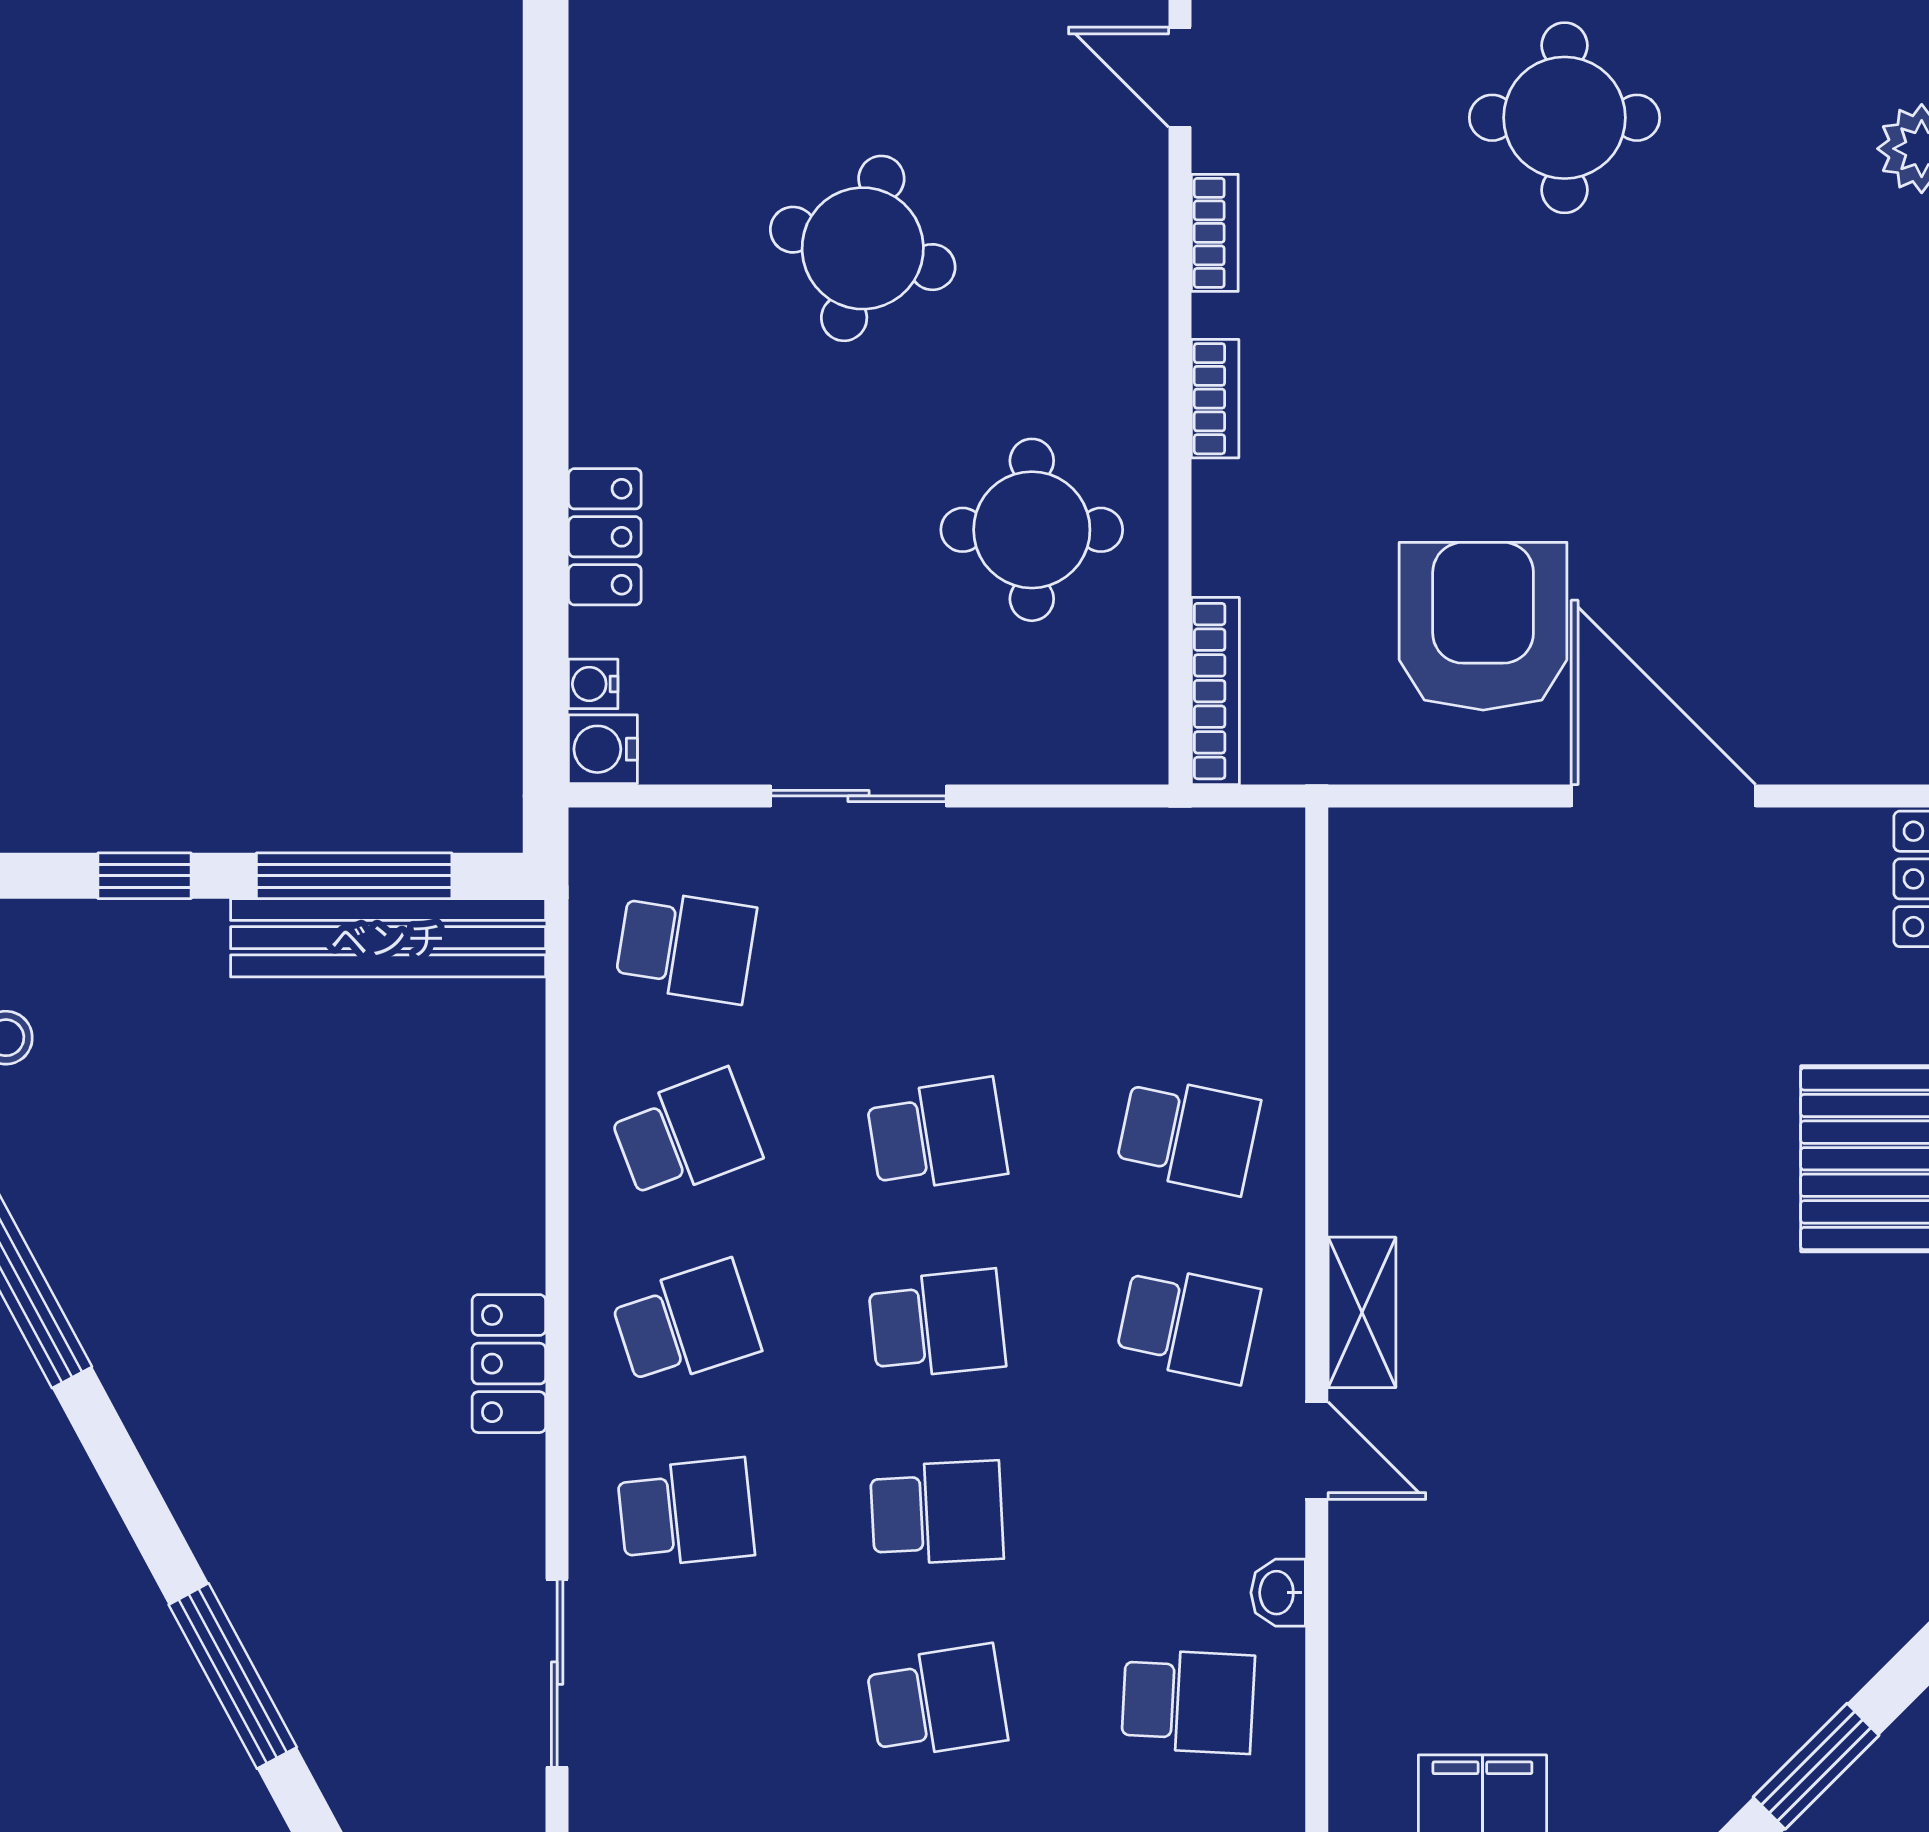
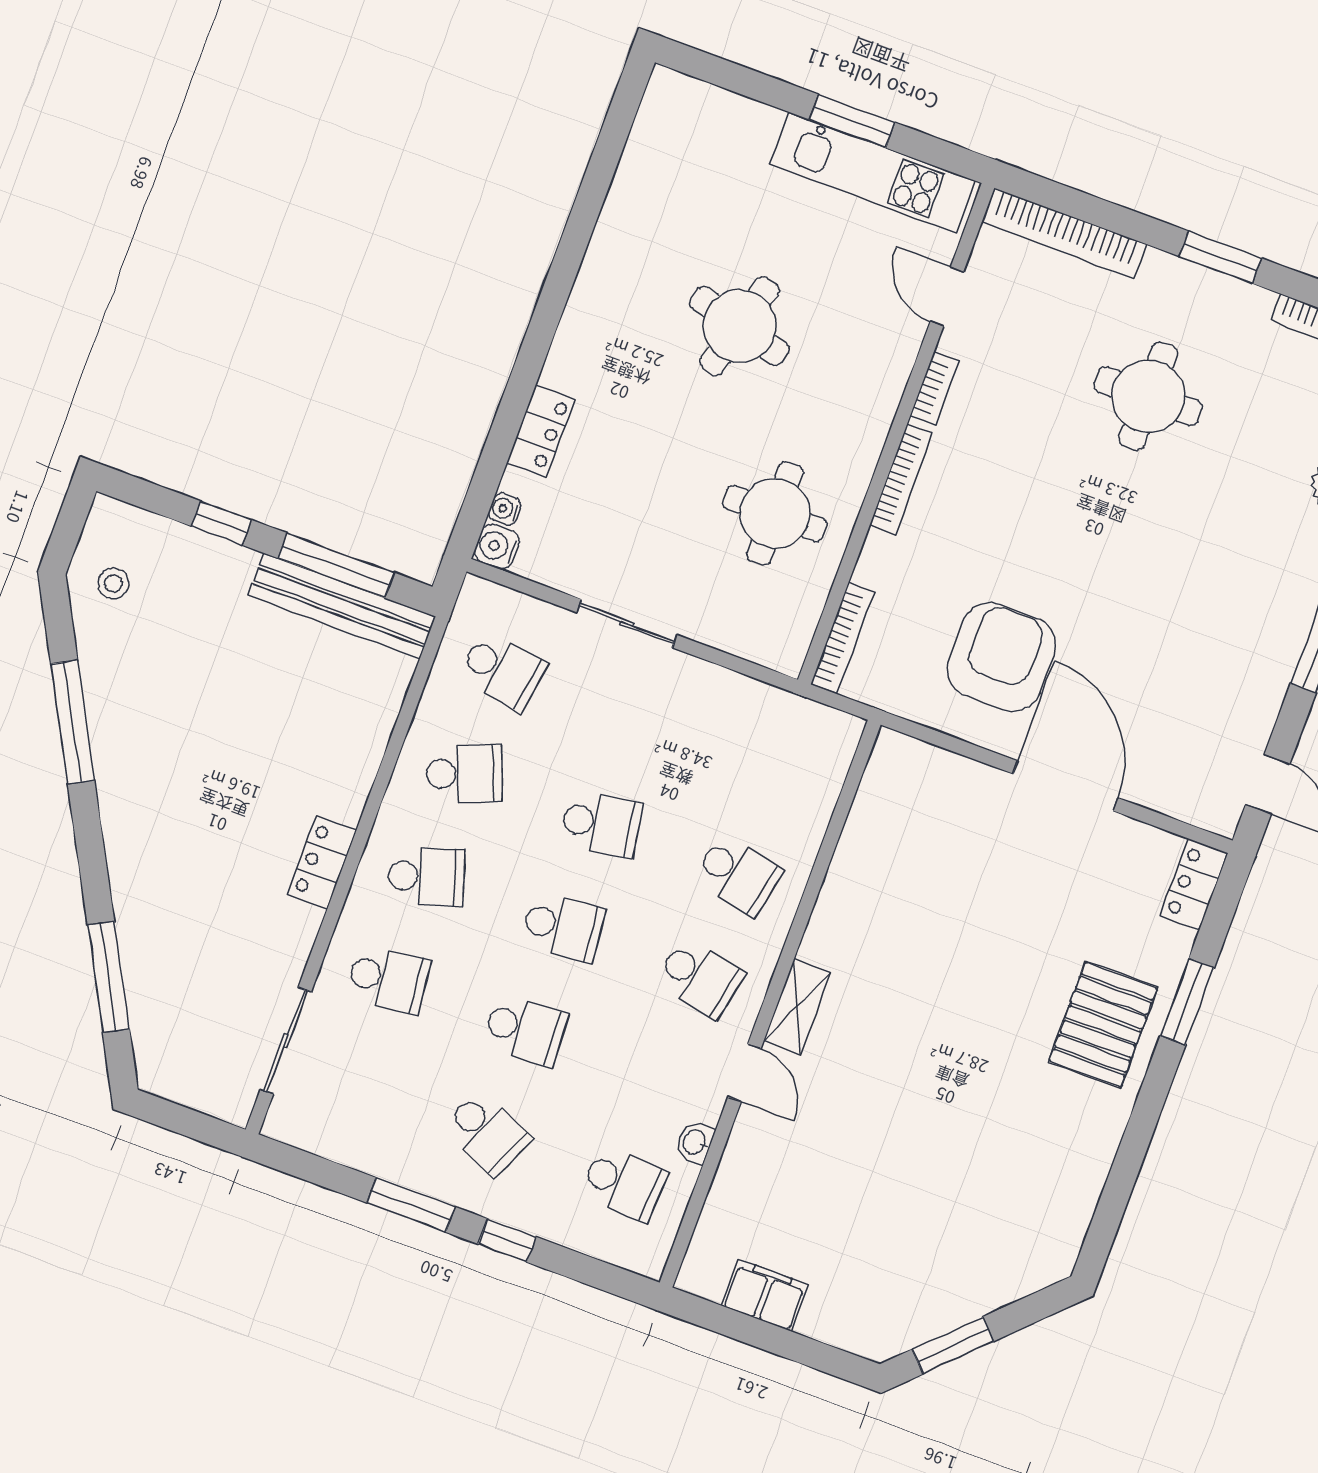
bookcase: (1215, 399) -> (901, 479), width x1.56
school desk: (937, 1702) -> (487, 1133), turned 33

